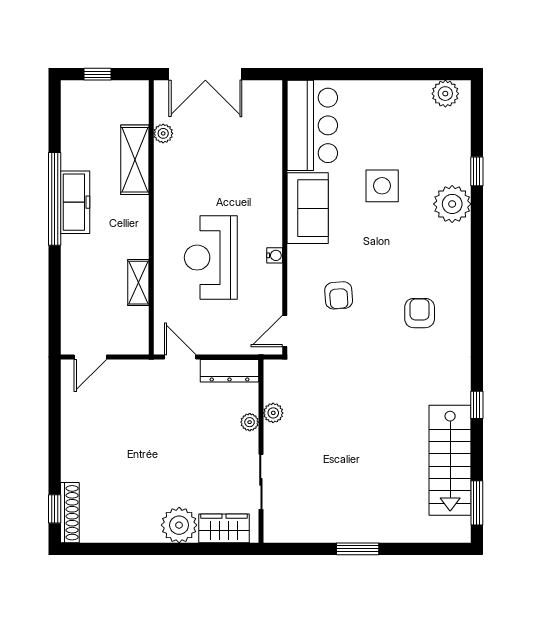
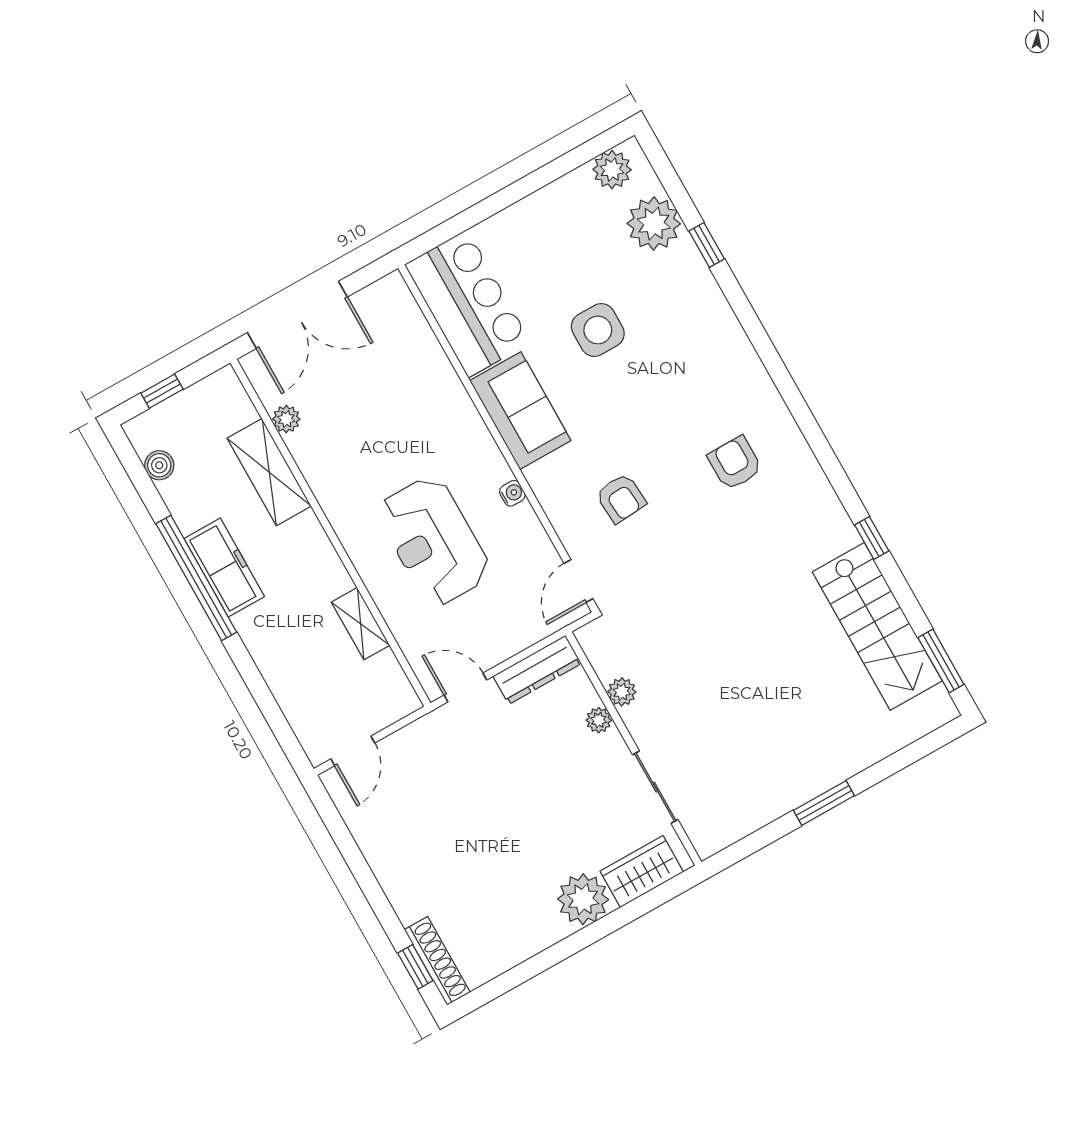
boiler: (71, 118) -> (159, 465), added
plant: (452, 204) -> (654, 224), moved

